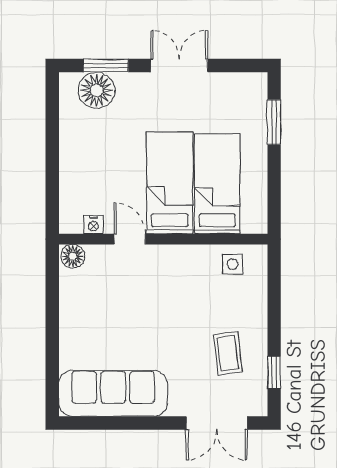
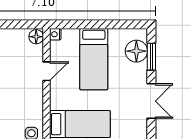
bed: (170, 183) -> (94, 59), moved, turned 90
nightstand: (93, 225) -> (55, 34), moved

